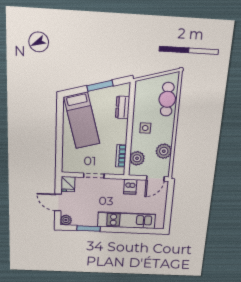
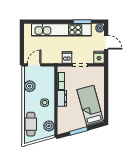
dresser: (123, 107) -> (62, 98), moved
plant: (137, 158) -> (49, 126), moved
dishwasher: (130, 187) -> (67, 57), moved
kitchen unit: (126, 220) -> (61, 30), width x1.36

